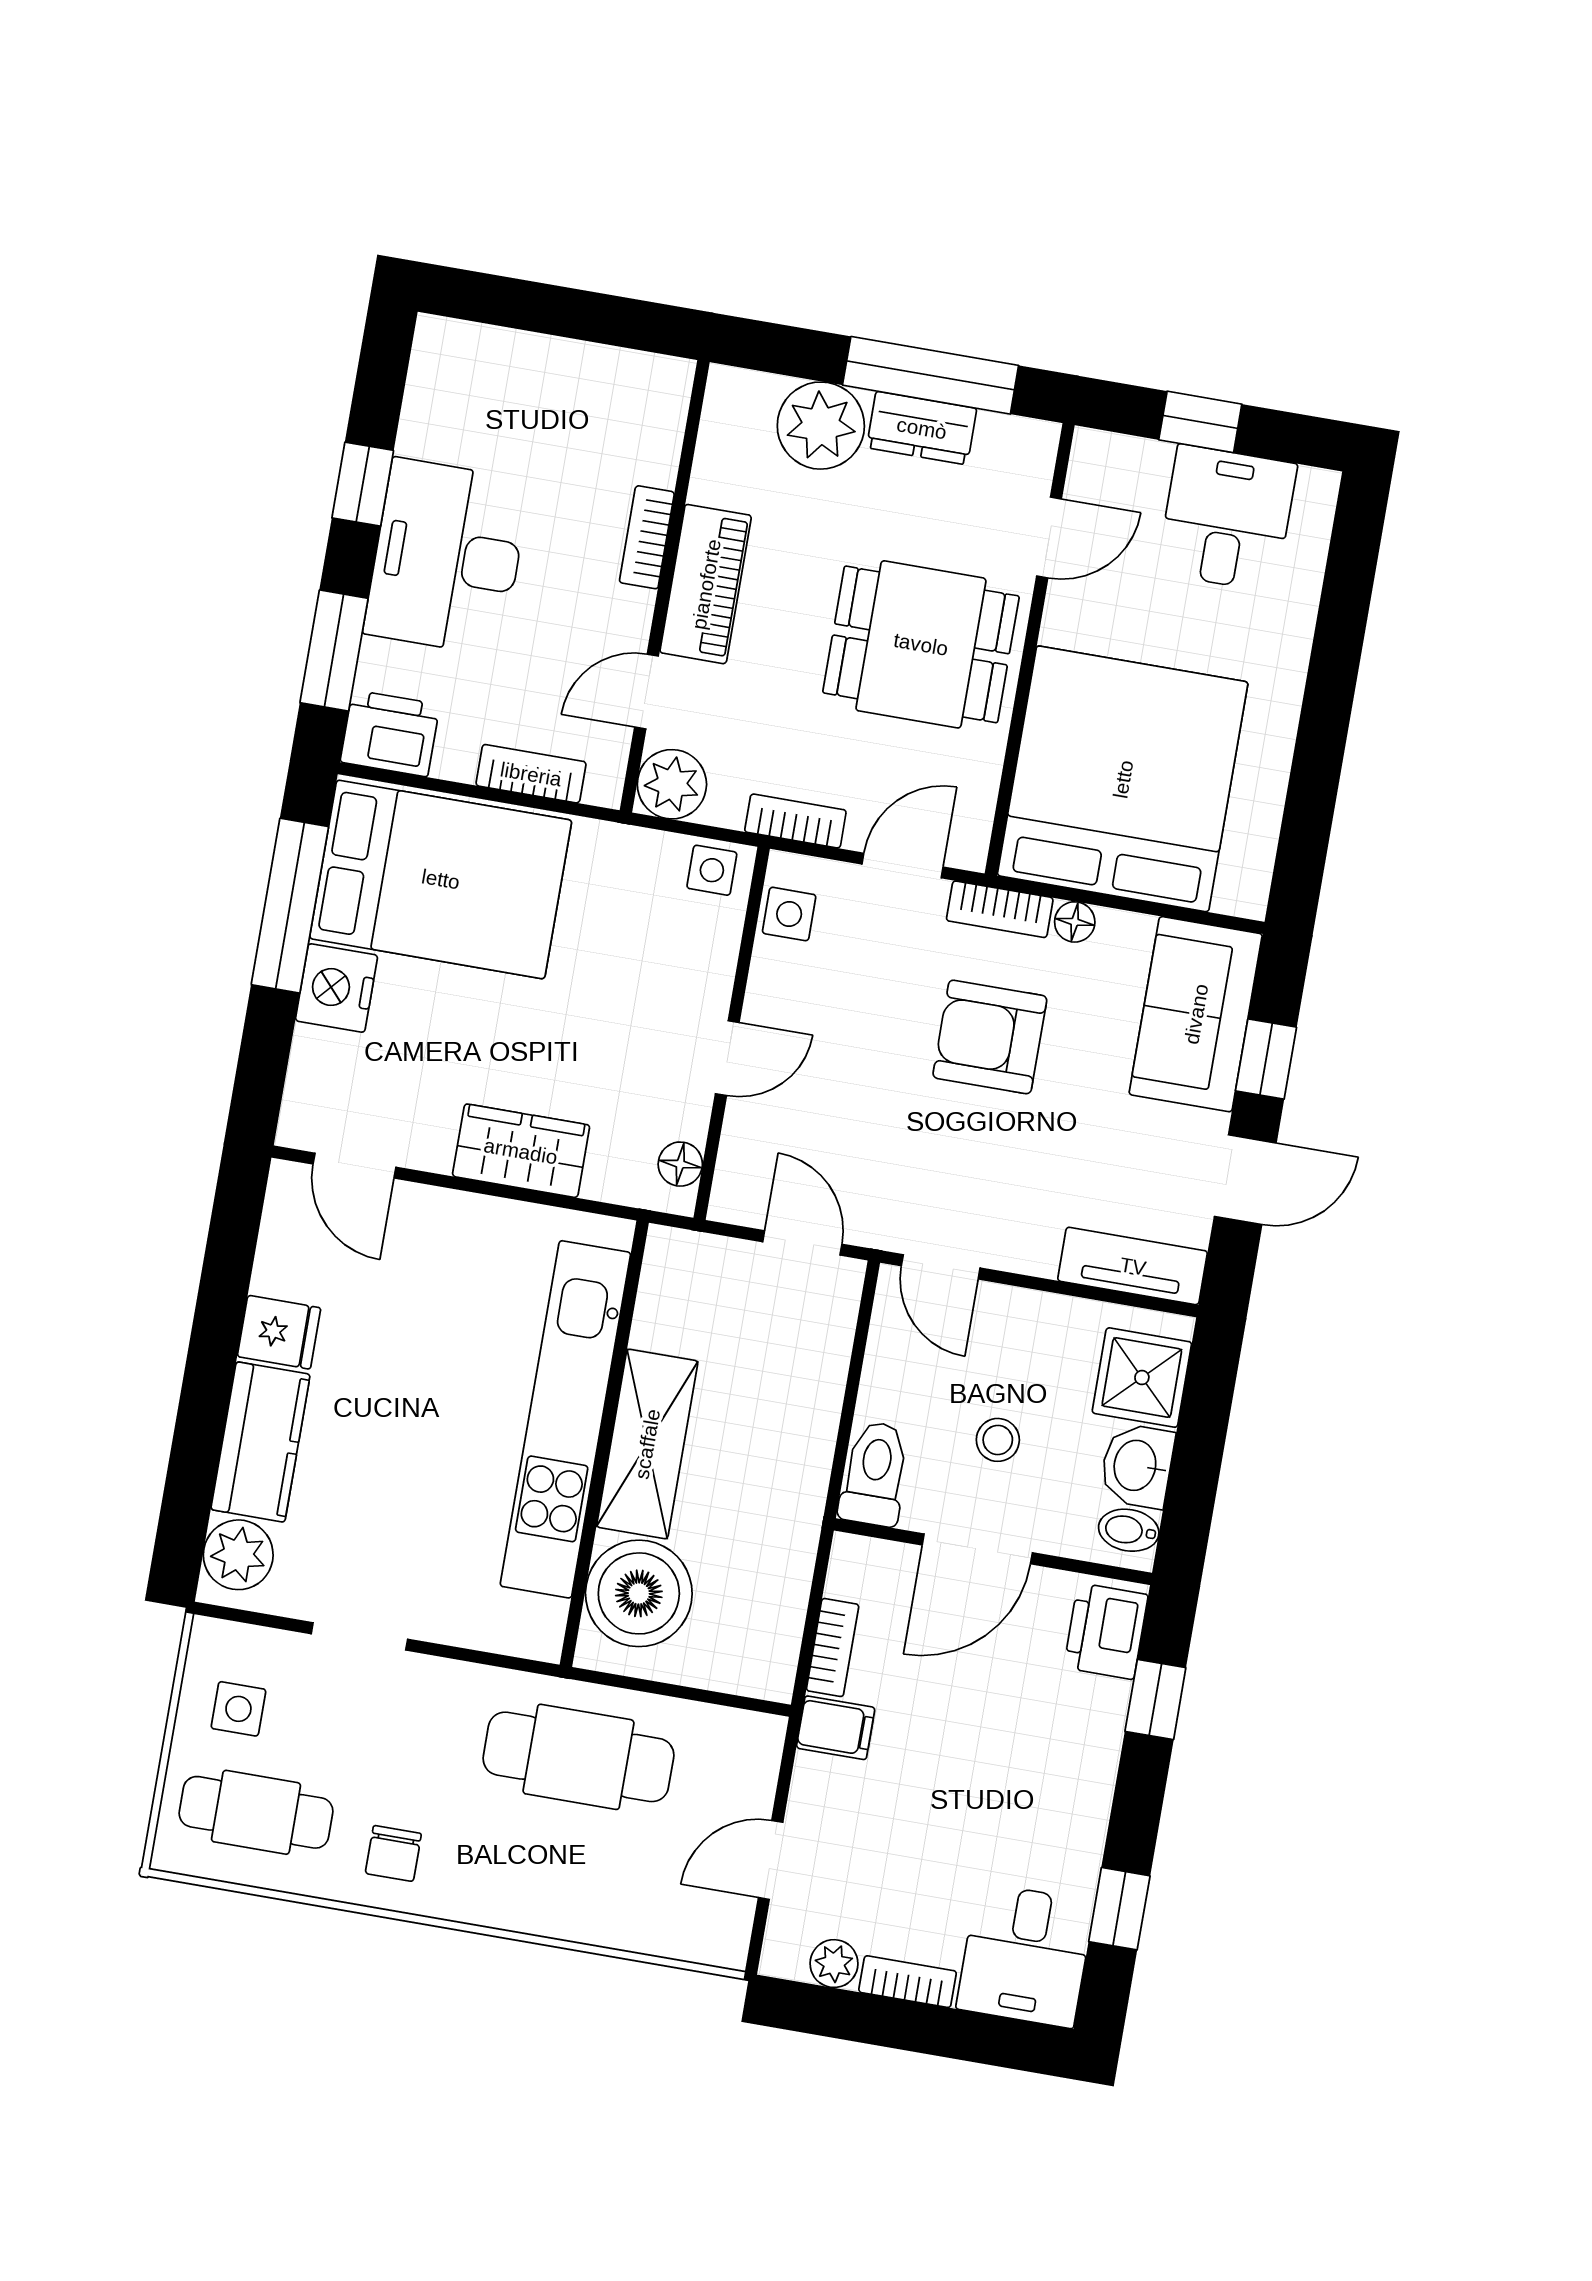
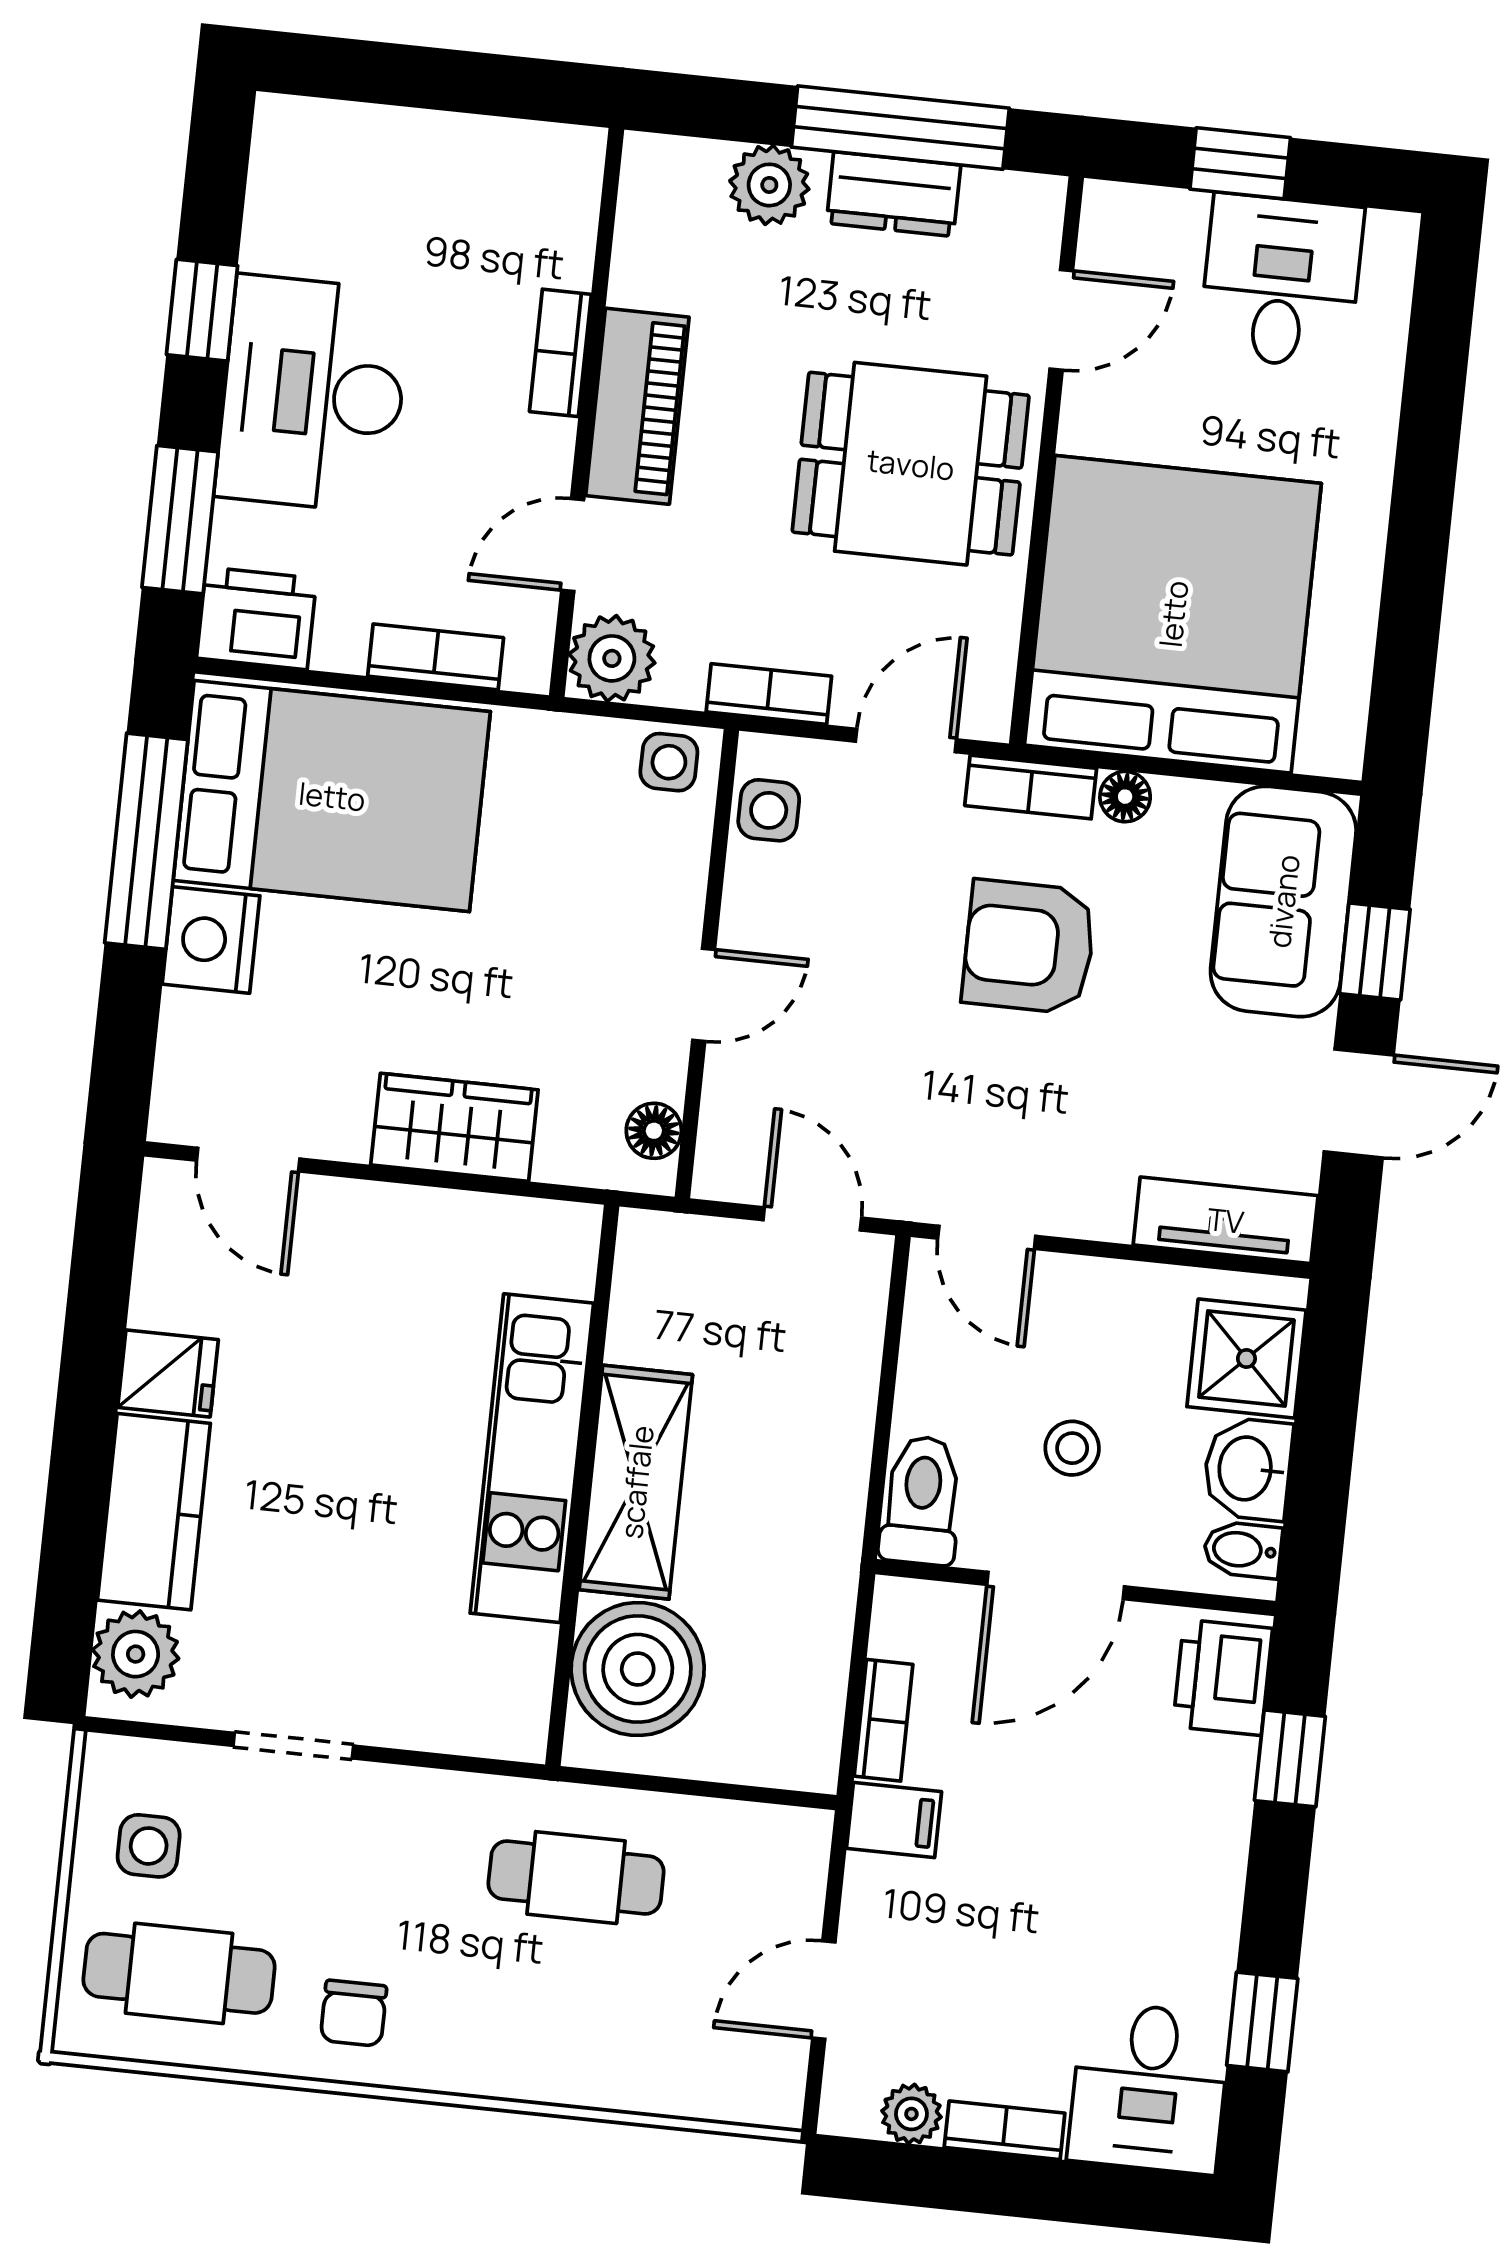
plant: (821, 426) -> (769, 185), width x0.73, depth x0.73
kitchen unit: (565, 1419) -> (532, 1458), width x0.73
cafe table: (578, 1757) -> (576, 1878), width x0.73, depth x0.74

